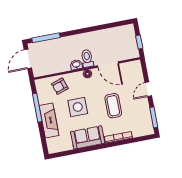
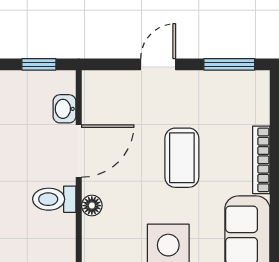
washbasin: (76, 65) -> (64, 109), moved
door: (148, 89) -> (158, 64), swing flipped
coffee table: (113, 106) -> (182, 158), turned 90

